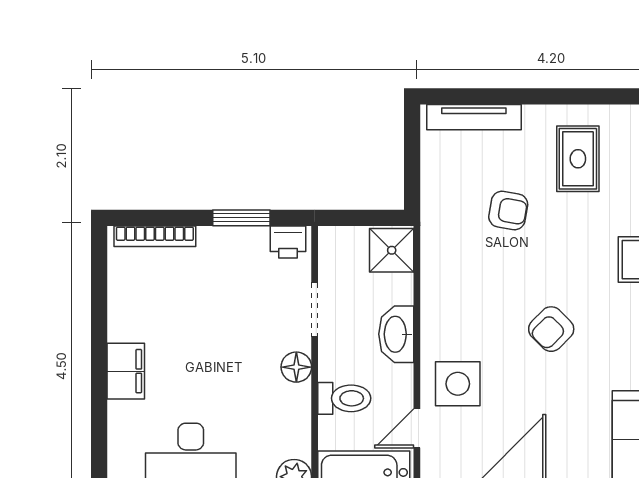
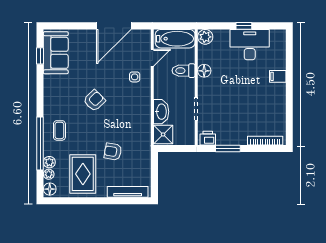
rug: (578, 159) -> (83, 174), width x1.36, depth x1.43
washbasin: (396, 334) -> (161, 112), moved
floor lamp: (296, 367) -> (204, 71), moved
filing cabinet: (126, 371) -> (278, 76), width x0.50
side table: (458, 384) -> (135, 77), width x0.54, depth x0.54

